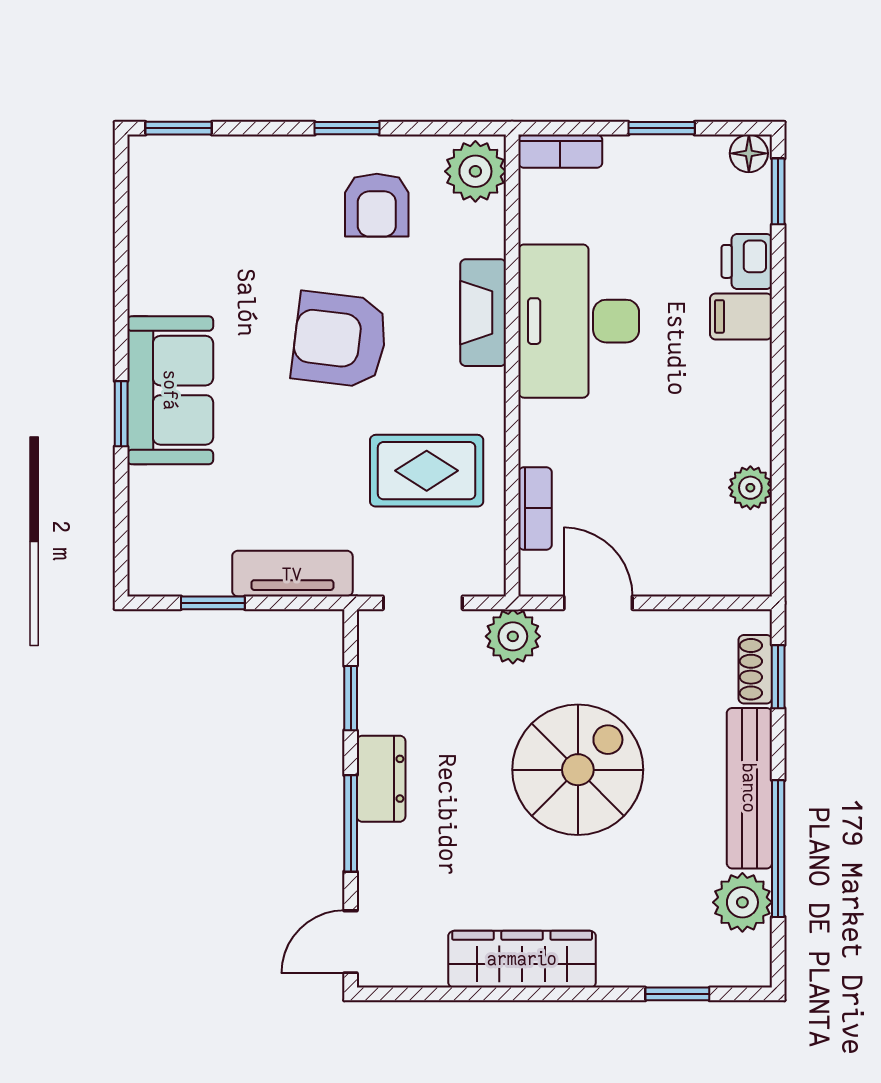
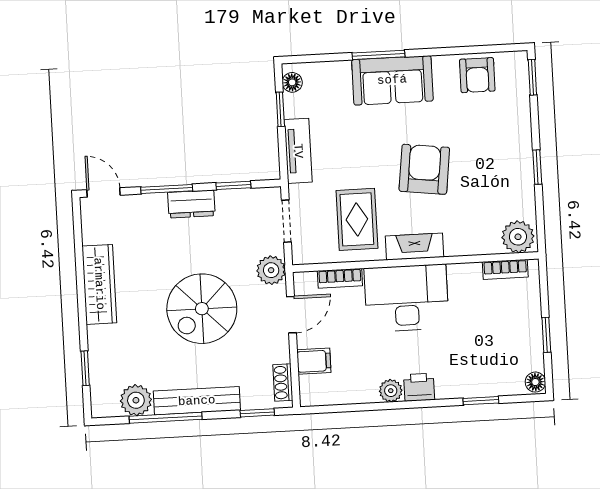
bookcase: (560, 151) -> (505, 269), moved, turned -90
window: (778, 191) -> (481, 401), moved
armchair: (377, 205) -> (477, 75), moved, turned -90
printer: (747, 261) -> (419, 387), moved
fireplace: (483, 313) -> (415, 246), moved
filing cabinet: (741, 316) -> (314, 361), moved, turned 90
desk: (579, 321) -> (406, 298), moved
window: (121, 414) -> (378, 55), width x1.50
plant: (750, 488) -> (391, 391), moved
floor lamp: (164, 578) -> (292, 82), added
shoe rack: (755, 669) -> (283, 382), moved, turned -90
spiral stairs: (578, 770) -> (202, 309), turned 90

